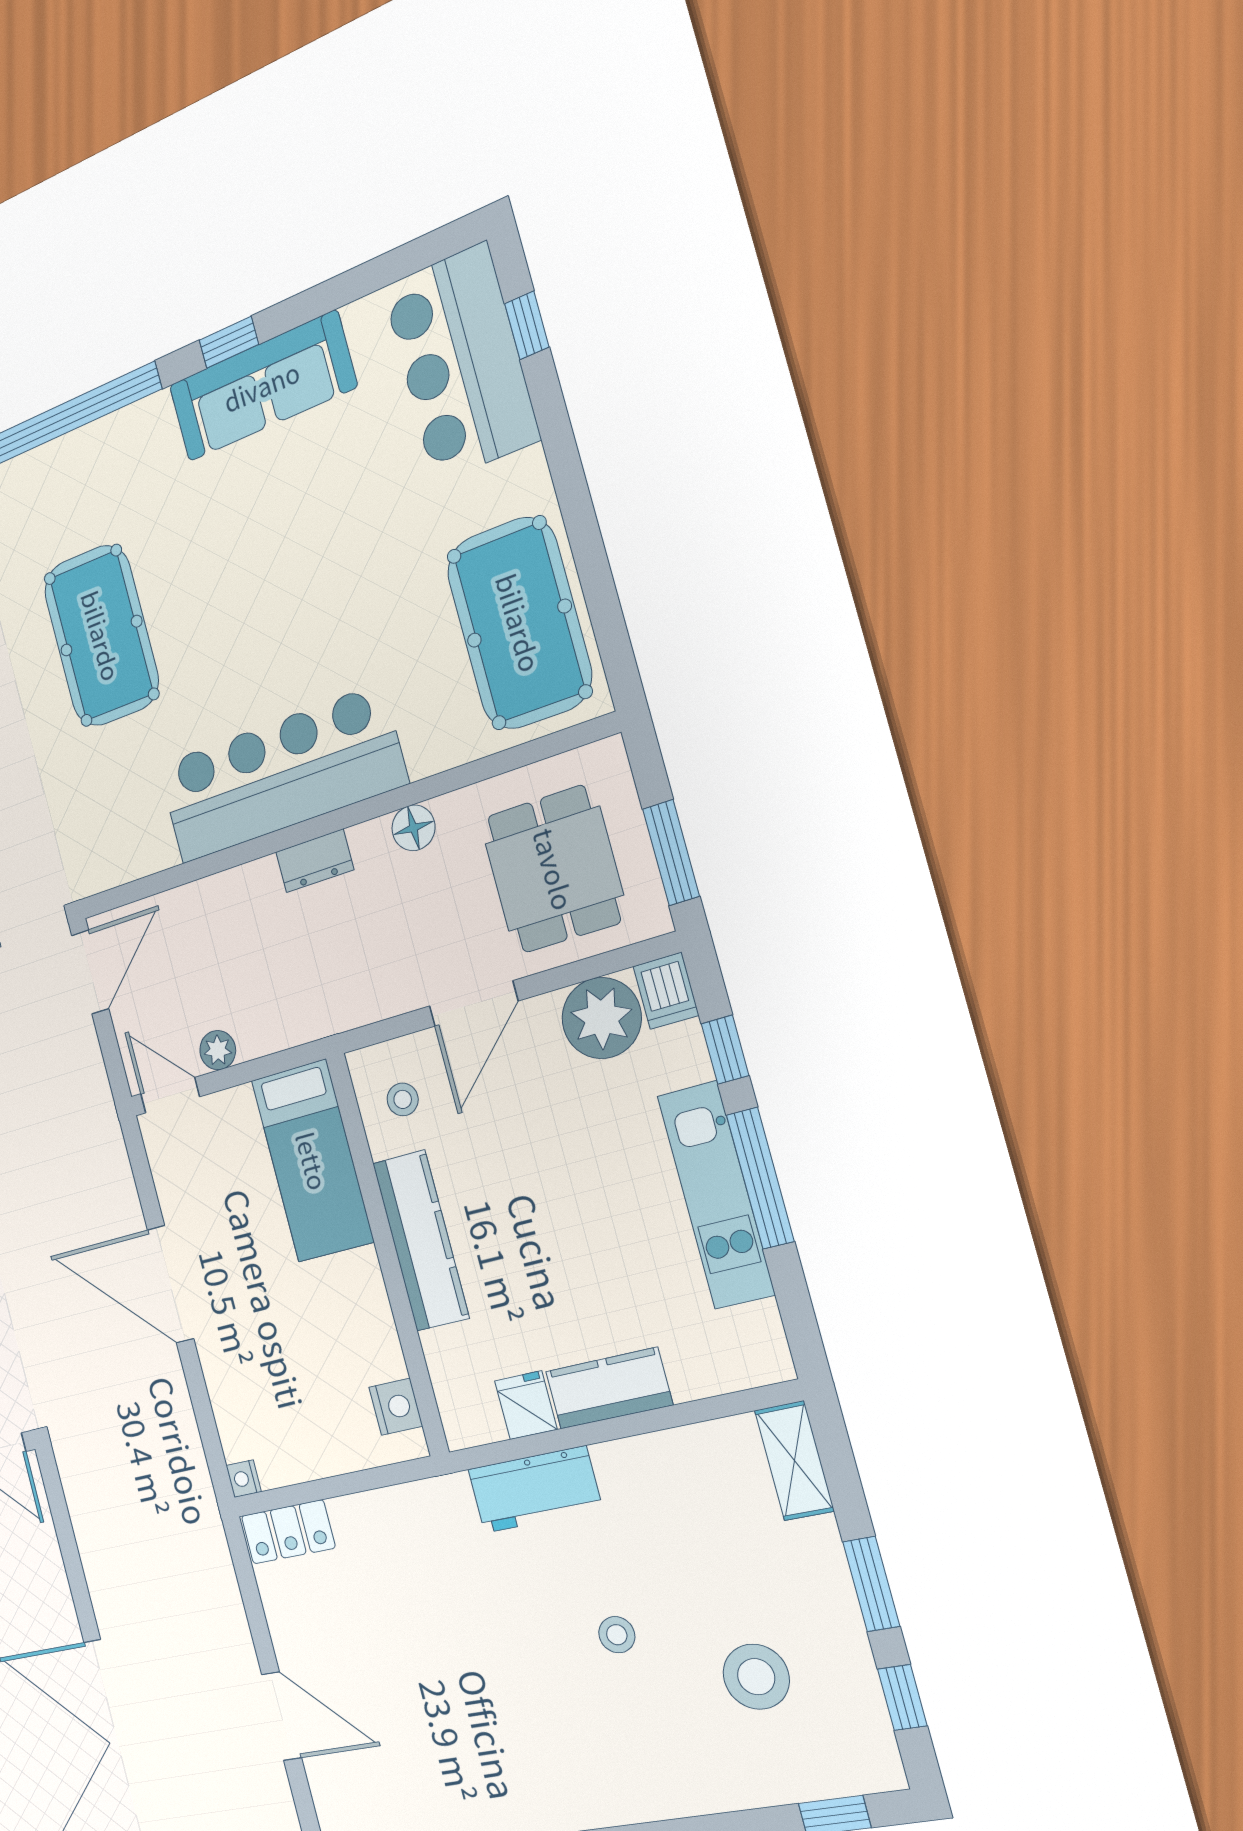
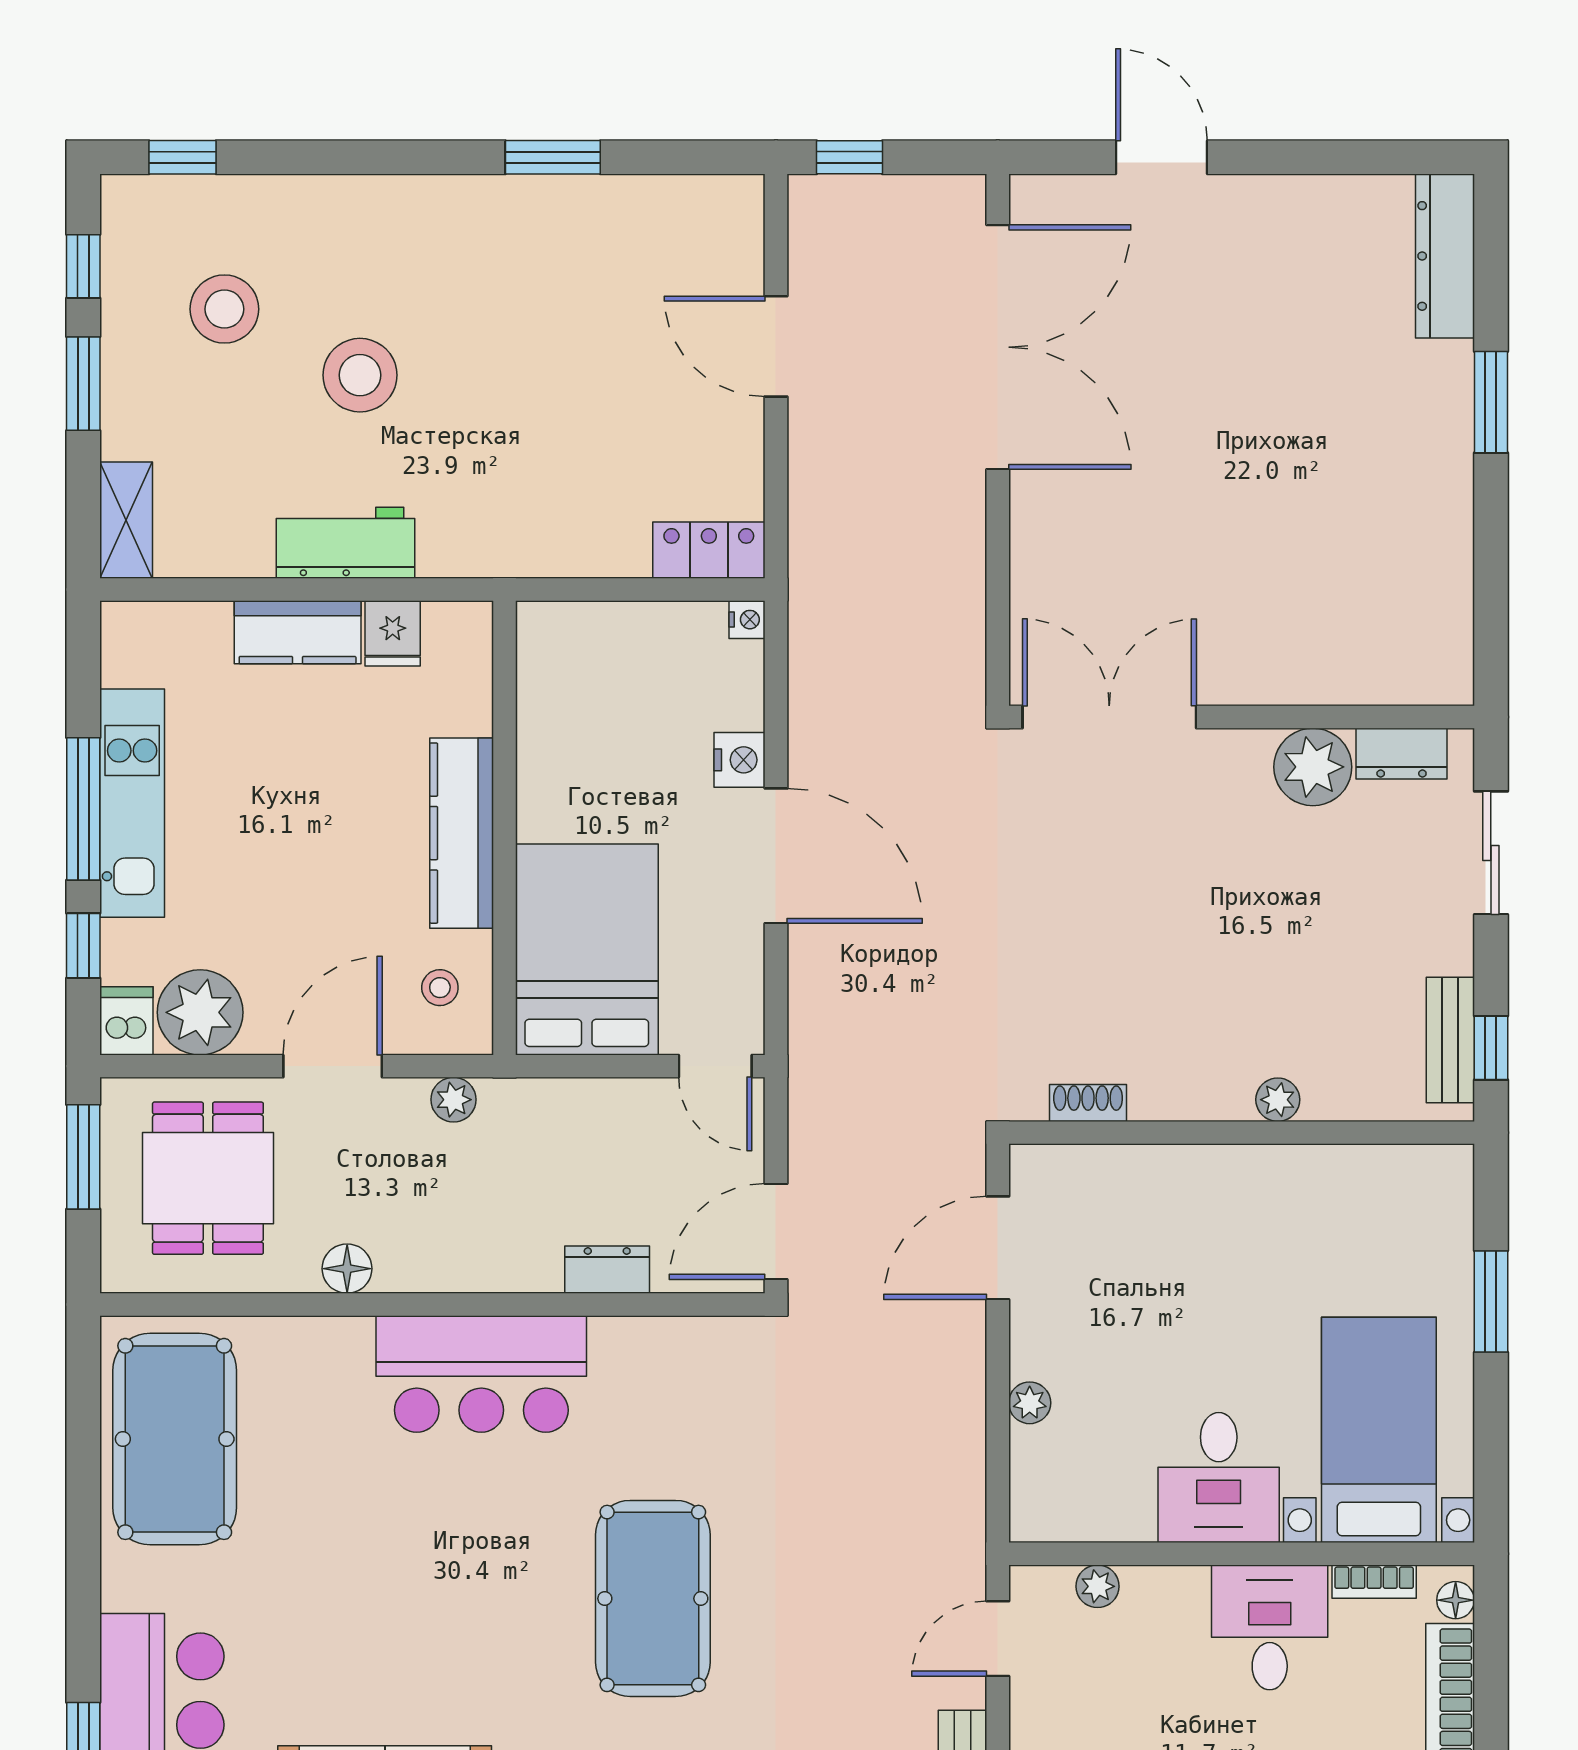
bar counter: (281, 775) -> (481, 1374), width x0.73
dresser: (315, 861) -> (607, 1270), moved
plant: (218, 1050) -> (453, 1100), moved
bed: (312, 1161) -> (587, 949), width x1.50
nightstand: (396, 1407) -> (740, 760), moved, turned 180
workbench: (535, 1490) -> (346, 543), moved
stool: (617, 1635) -> (360, 375), width x1.89, depth x1.89

